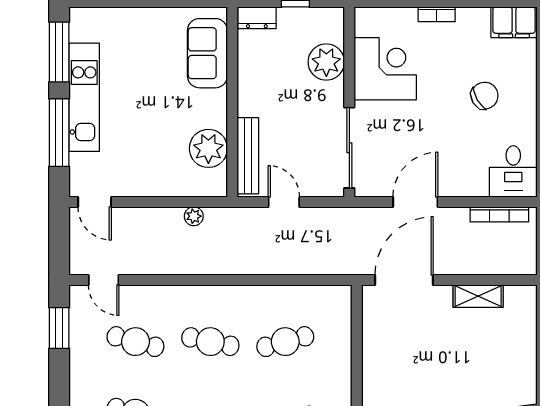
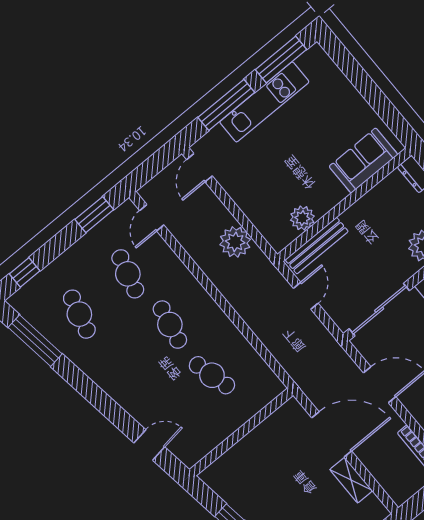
plant: (208, 148) -> (302, 218), width x0.73, depth x0.73
plant: (194, 216) -> (235, 242), width x1.88, depth x1.88
door: (404, 280) -> (332, 434), moved

